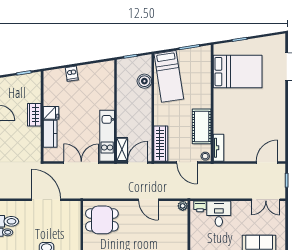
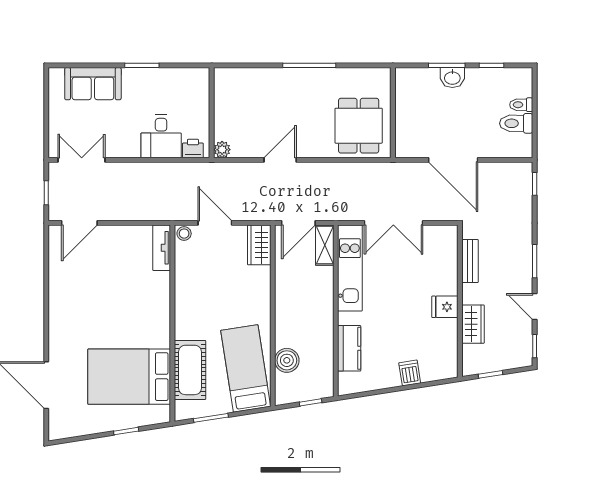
wardrobe: (34, 115) -> (473, 324), moved
cot: (202, 126) -> (190, 370), moved
kitchen counter: (50, 134) -> (349, 348), moved, turned 180
bench: (36, 140) -> (470, 261), added
wardrobe: (161, 144) -> (259, 245), width x0.67
door: (148, 200) -> (280, 160), hinge flipped
dining table: (102, 220) -> (359, 126), turned 90

